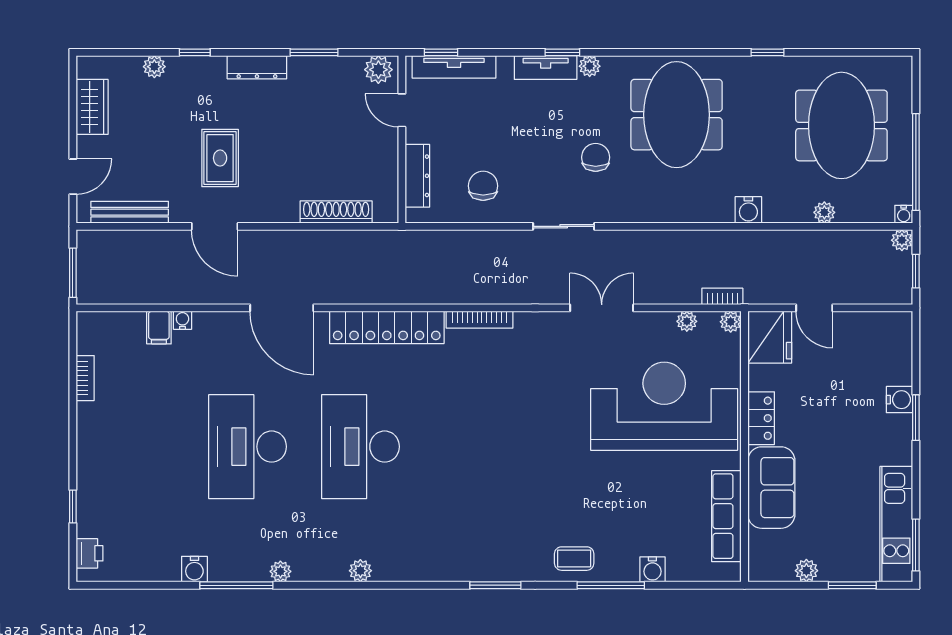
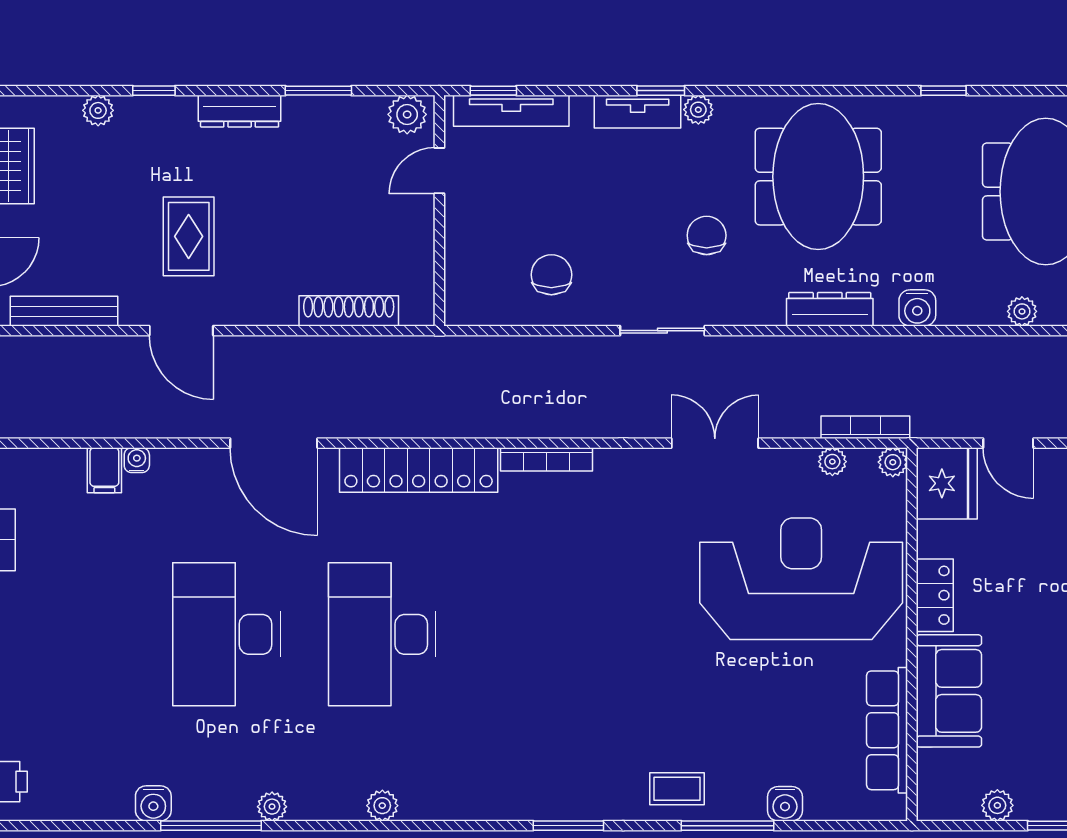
door: (402, 110) -> (439, 171), hinge flipped
dresser: (417, 176) -> (830, 309), moved, turned -90
bookcase: (722, 296) -> (865, 427), width x1.56

